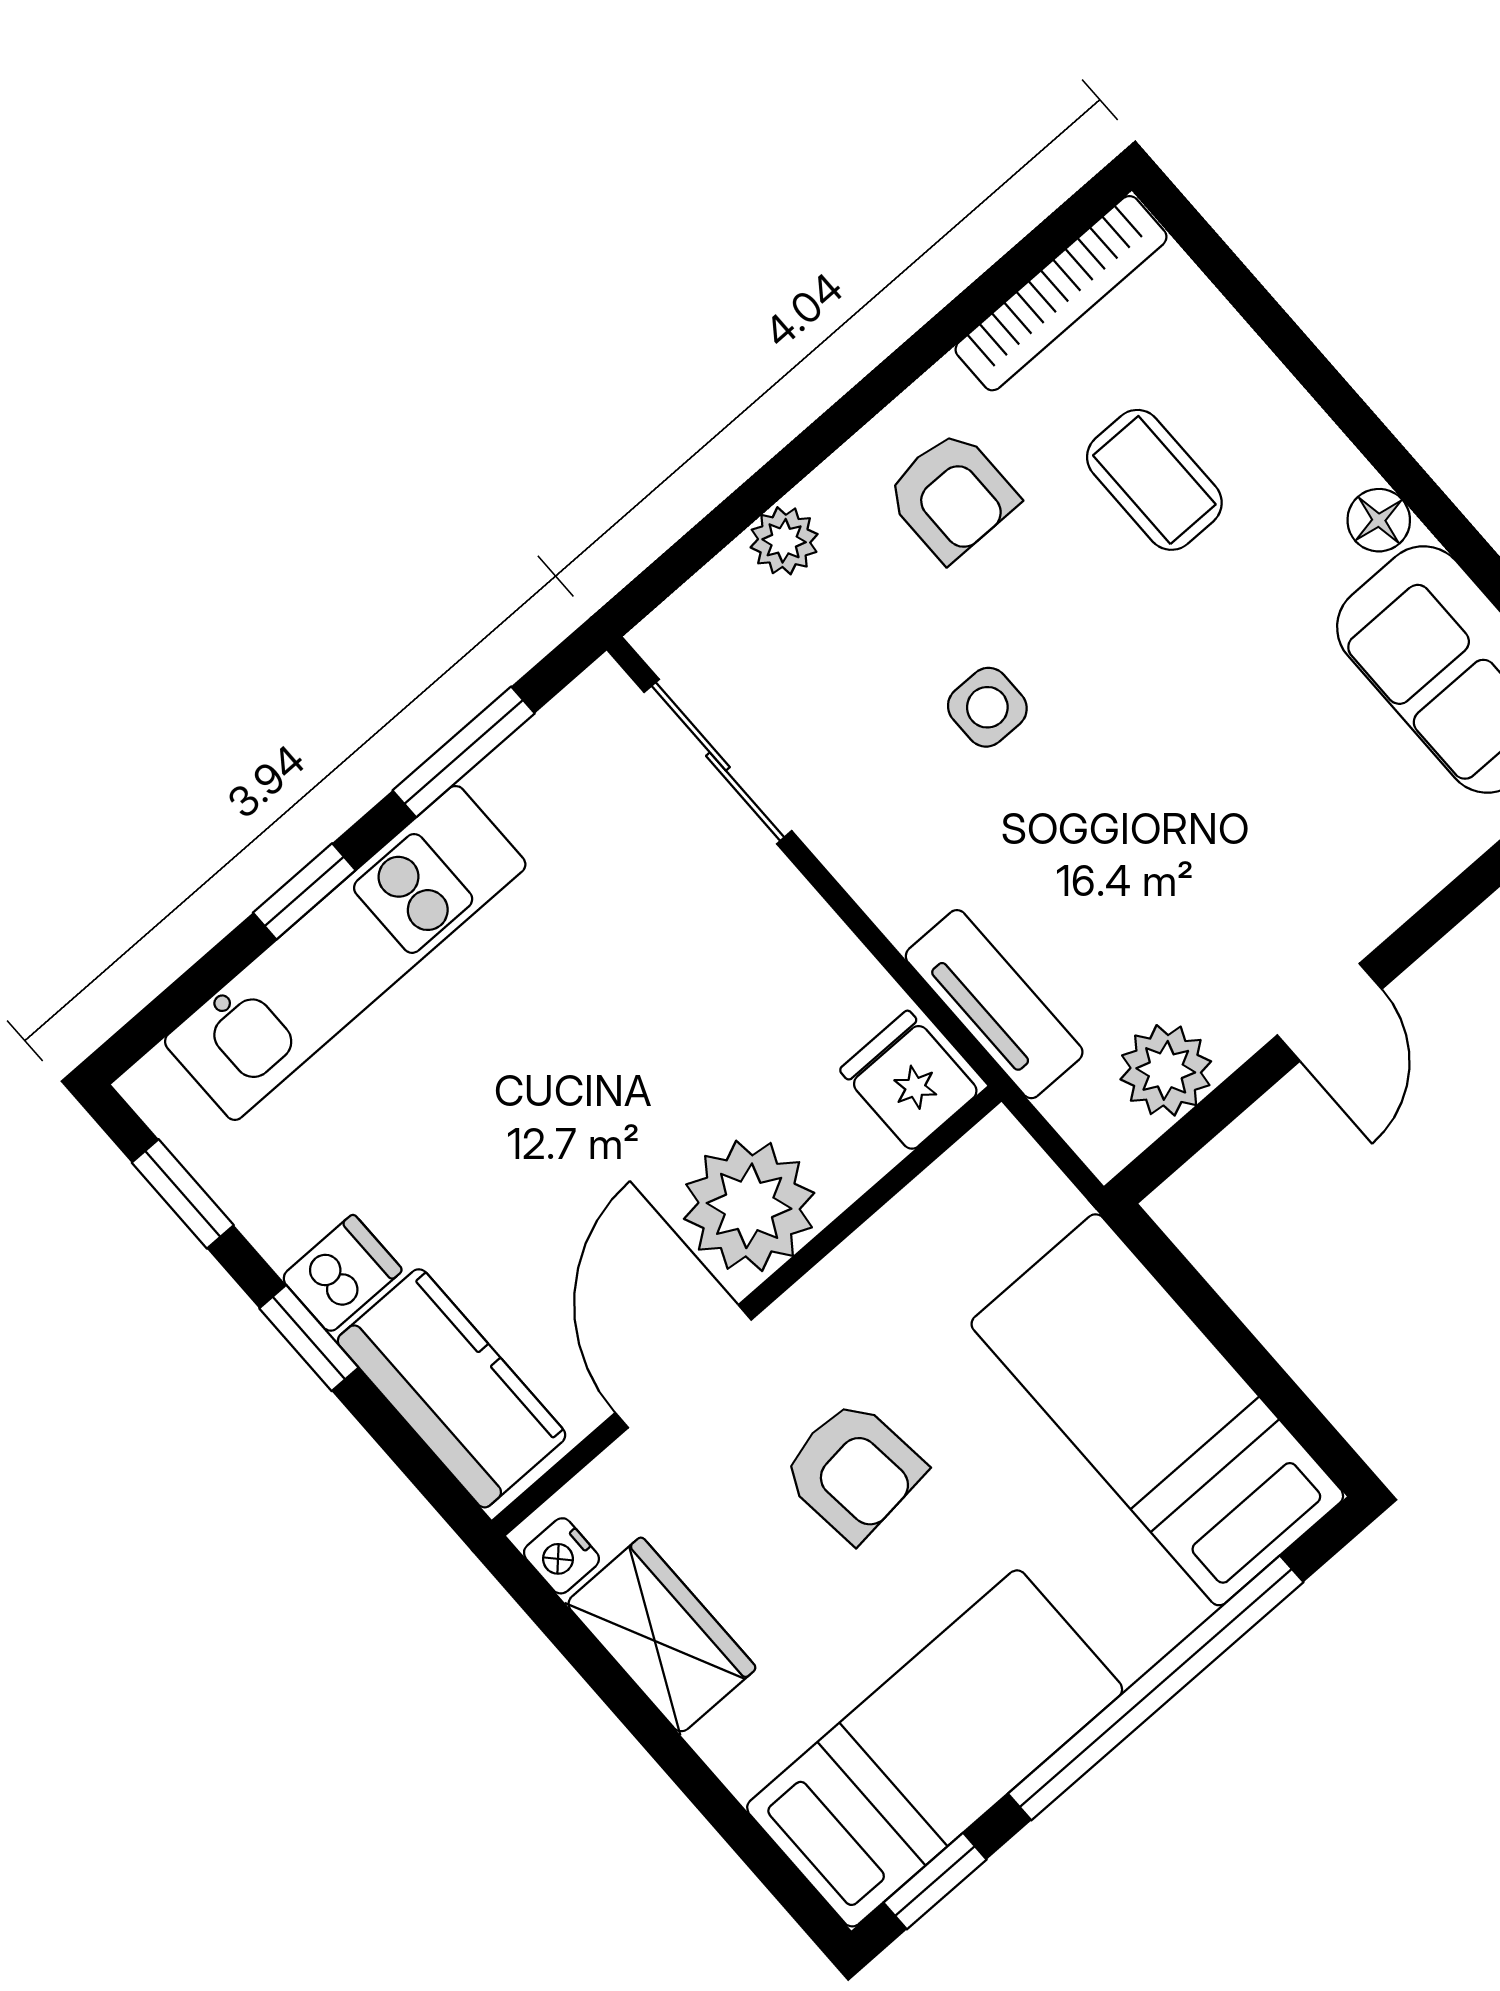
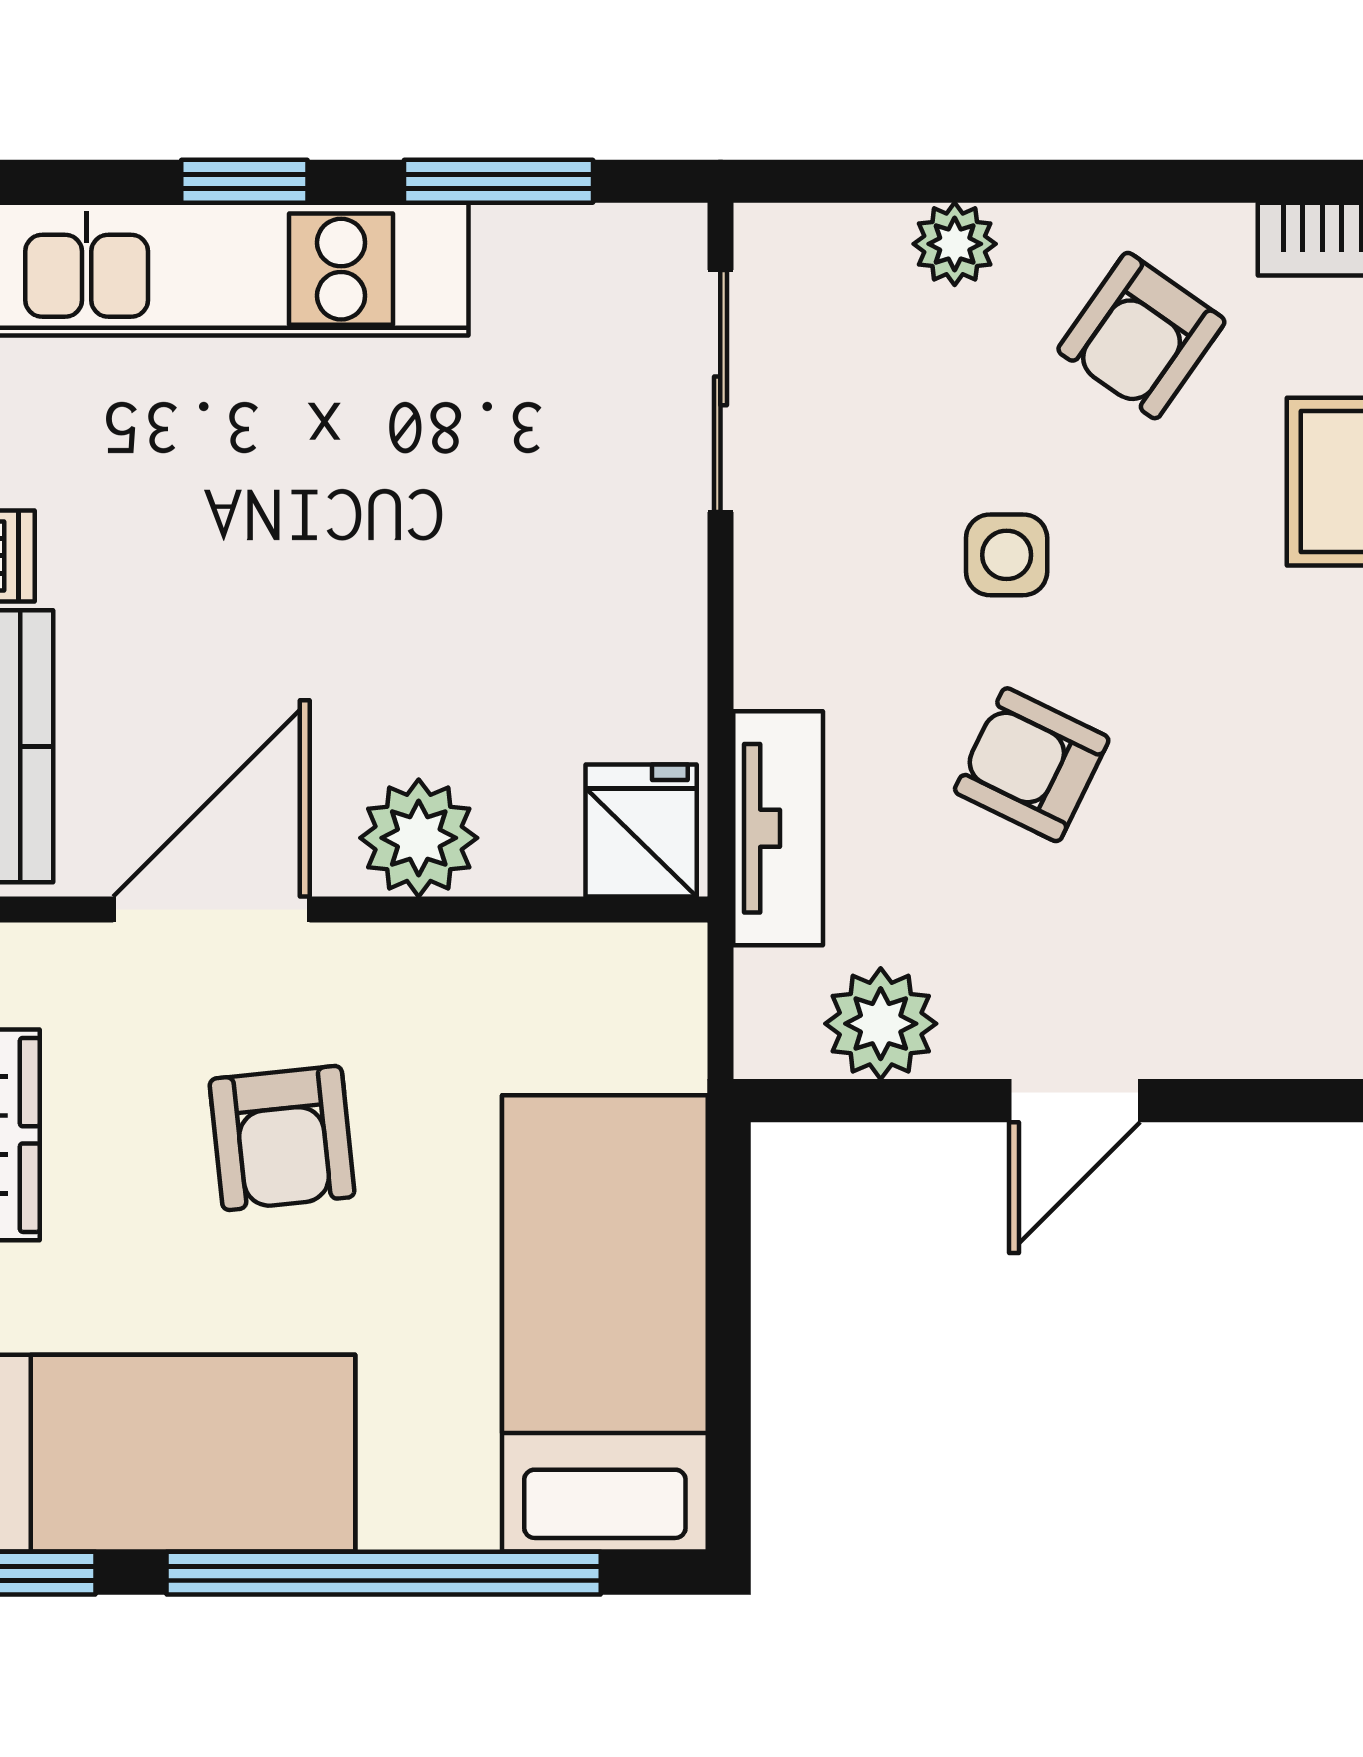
armchair: (951, 496) -> (1141, 336), turned 35
armchair: (1118, 825) -> (1032, 765), added
plant: (749, 1206) -> (419, 838), width x0.73, depth x0.73

